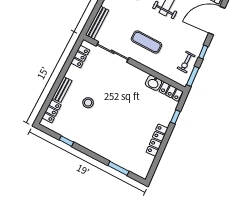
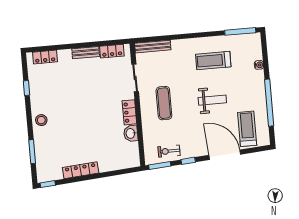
sliding door: (113, 52) -> (135, 78), width x0.73
bench: (62, 89) -> (86, 53), moved
locker: (171, 91) -> (129, 112), moved
stool: (88, 103) -> (41, 120), moved
window: (175, 117) -> (48, 184), moved

